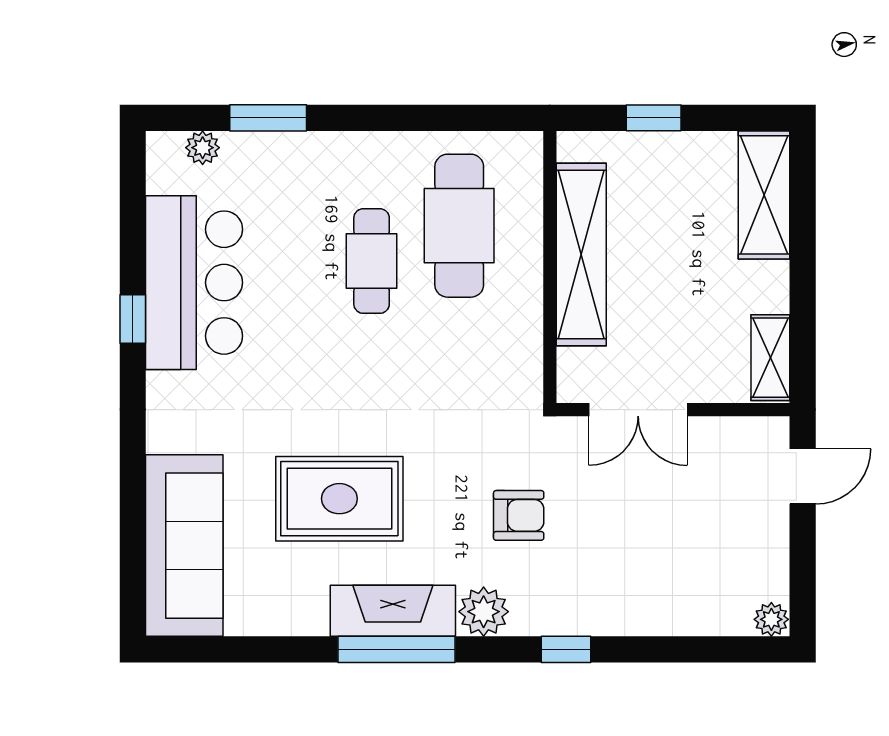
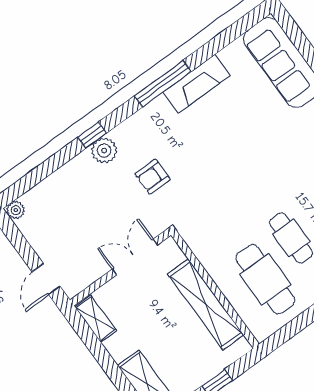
rug: (339, 499) -> (232, 129), removed
fireplace: (393, 611) -> (196, 84), moved
plant: (484, 612) -> (104, 151), moved

